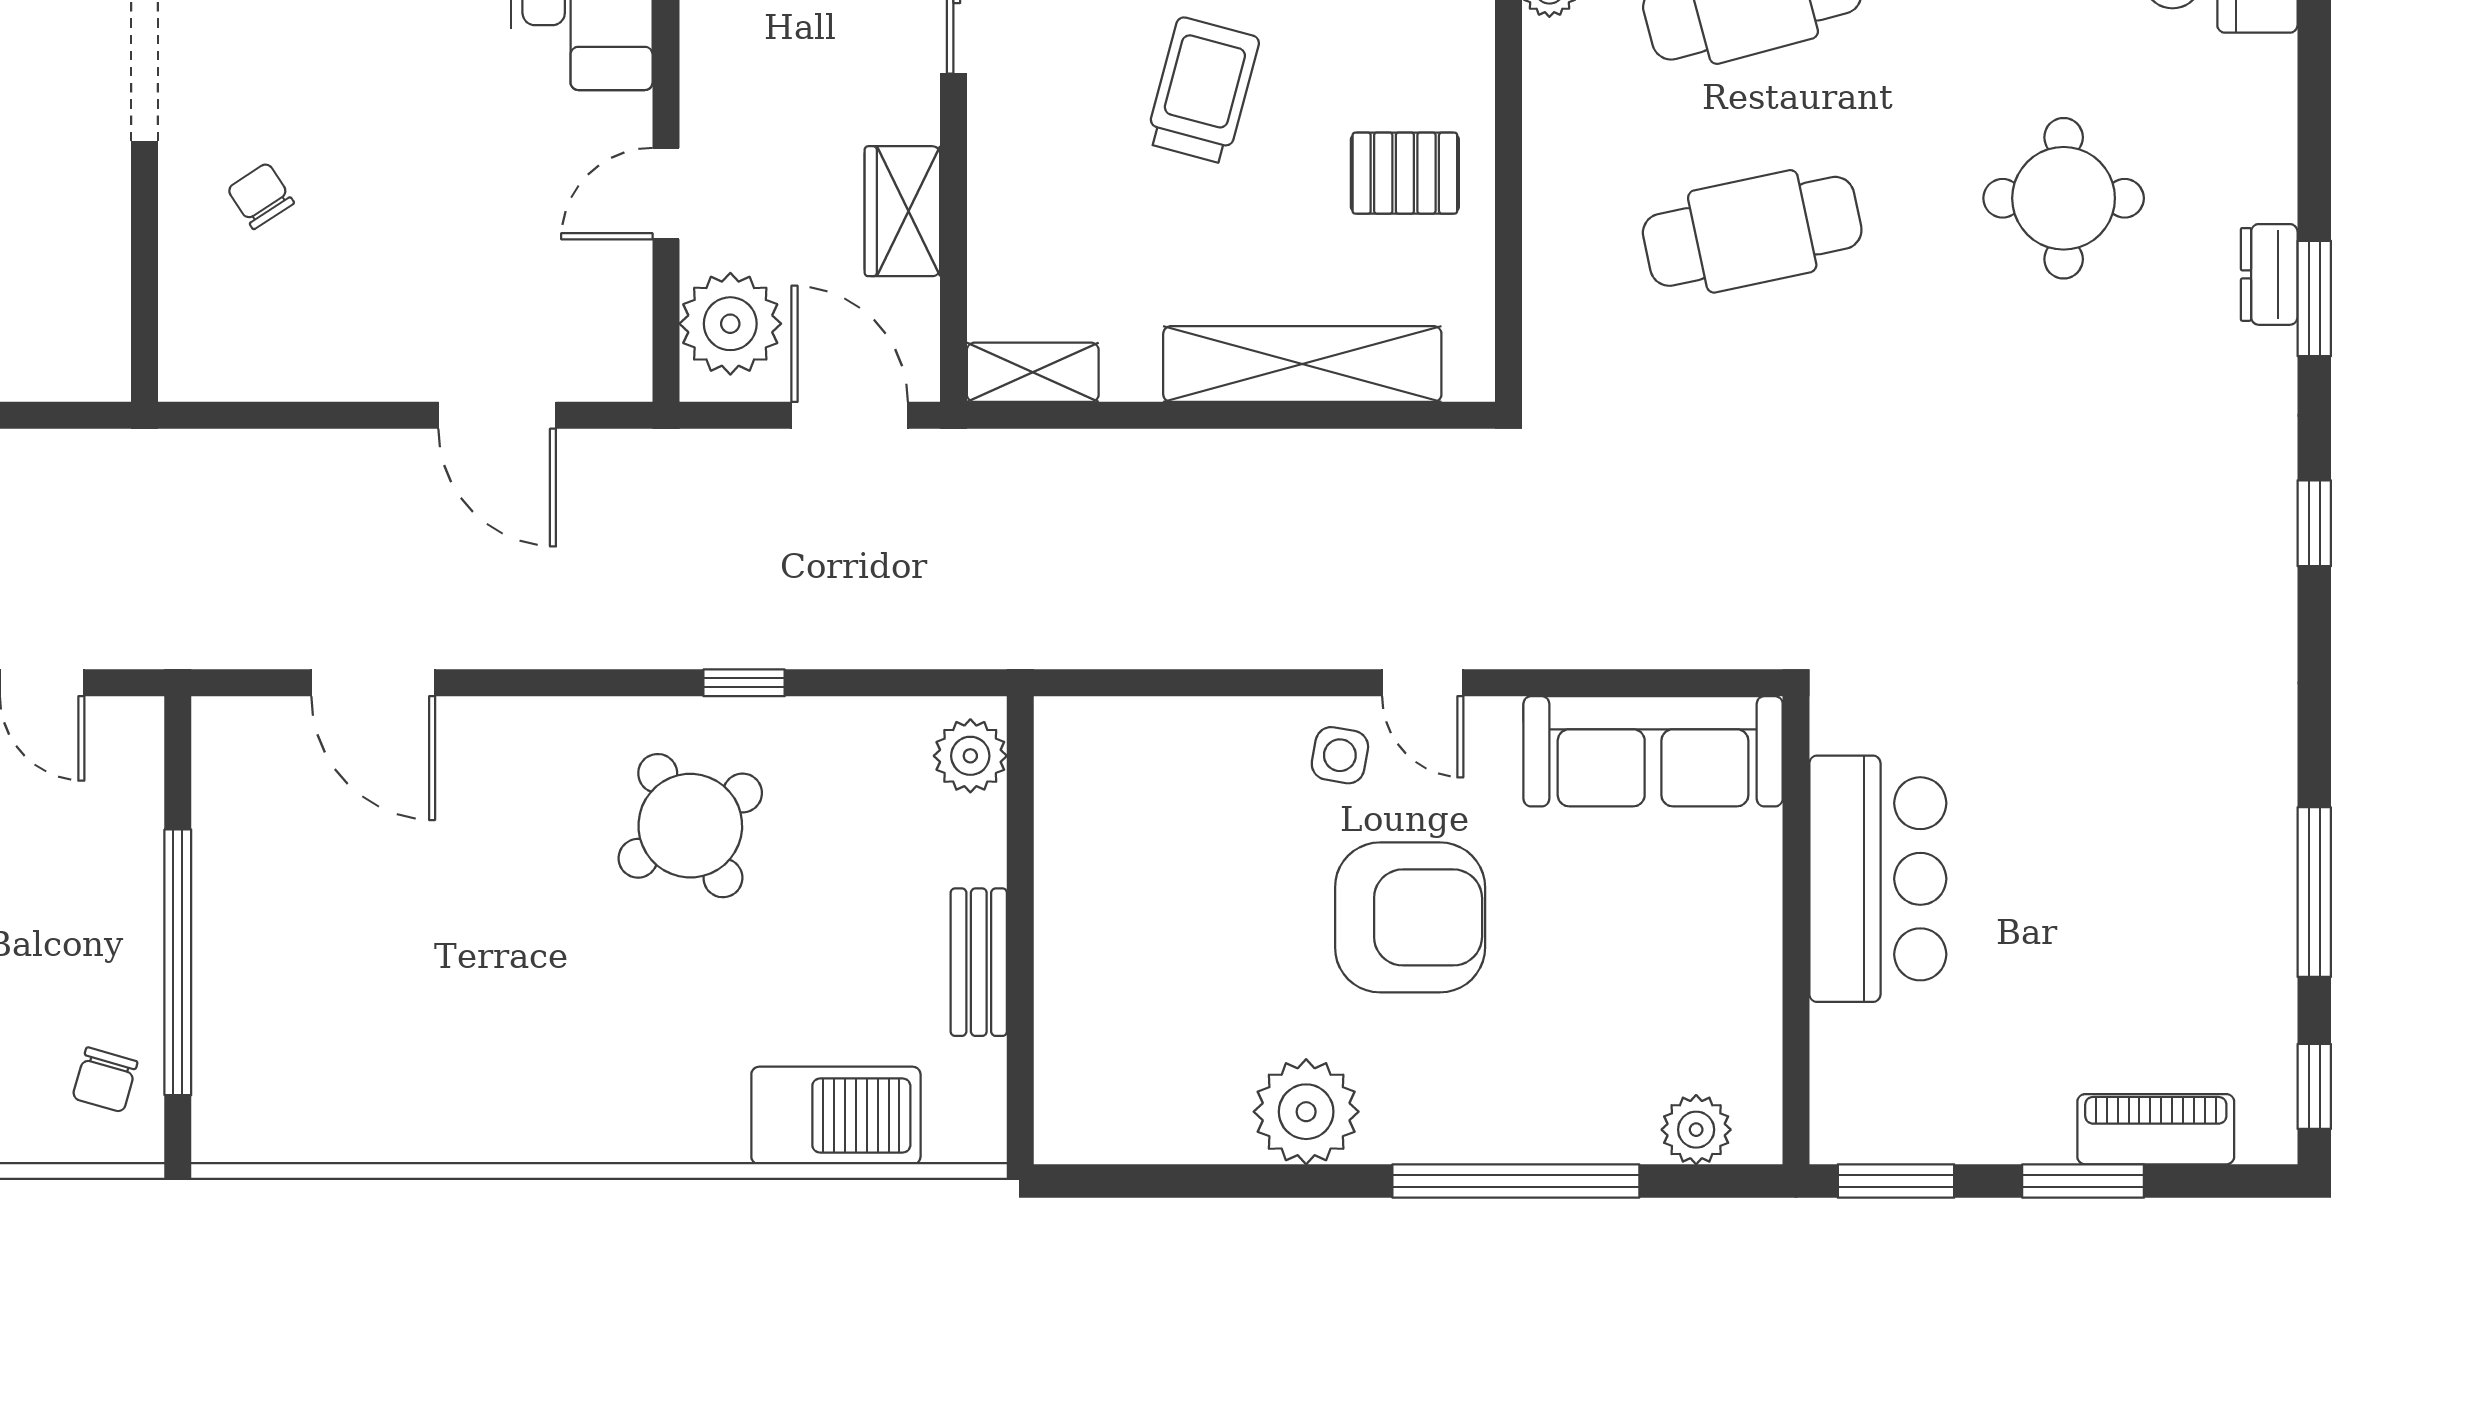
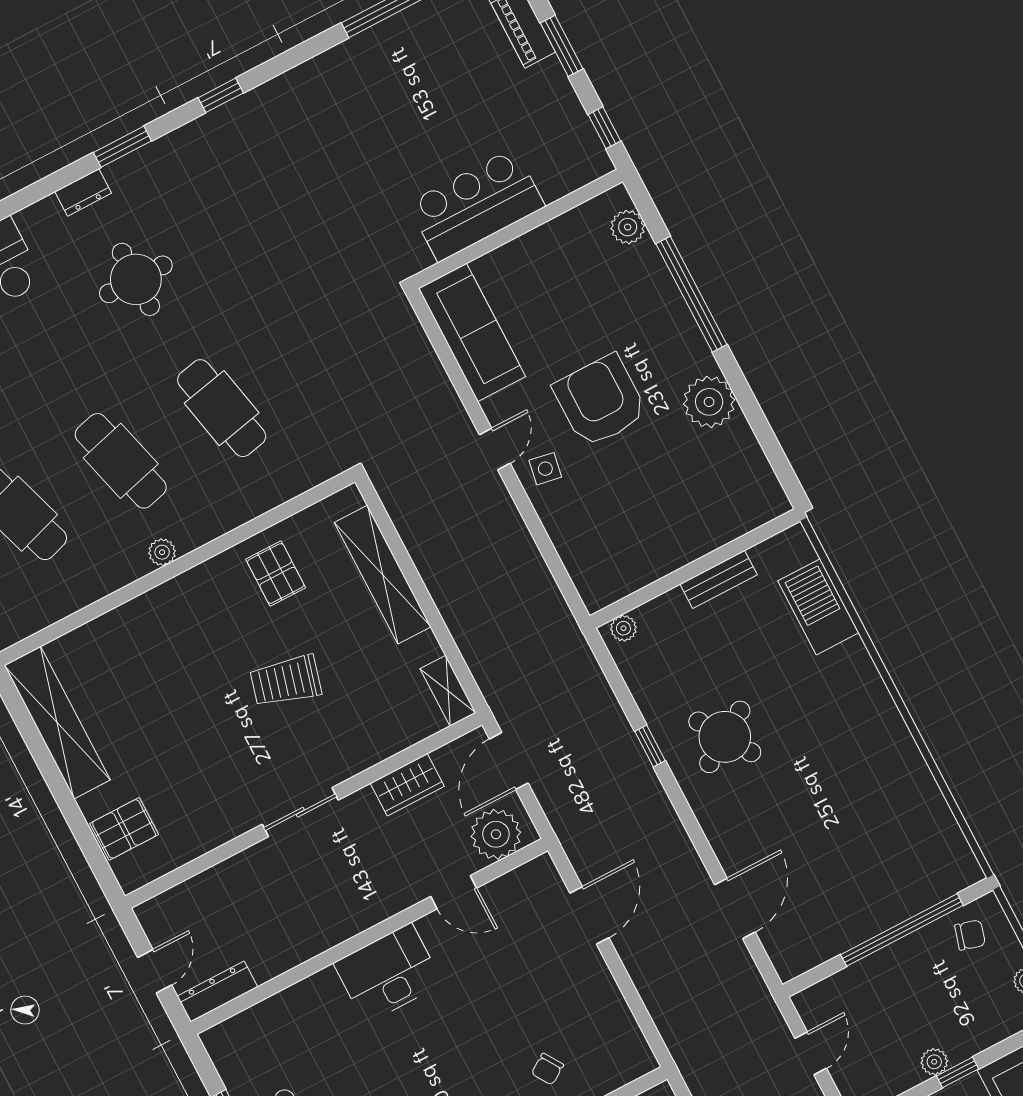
dresser: (2269, 274) -> (83, 192), moved
plant: (970, 756) -> (623, 628), width x0.73, depth x0.73
window: (1896, 1181) -> (604, 128), width x0.67

